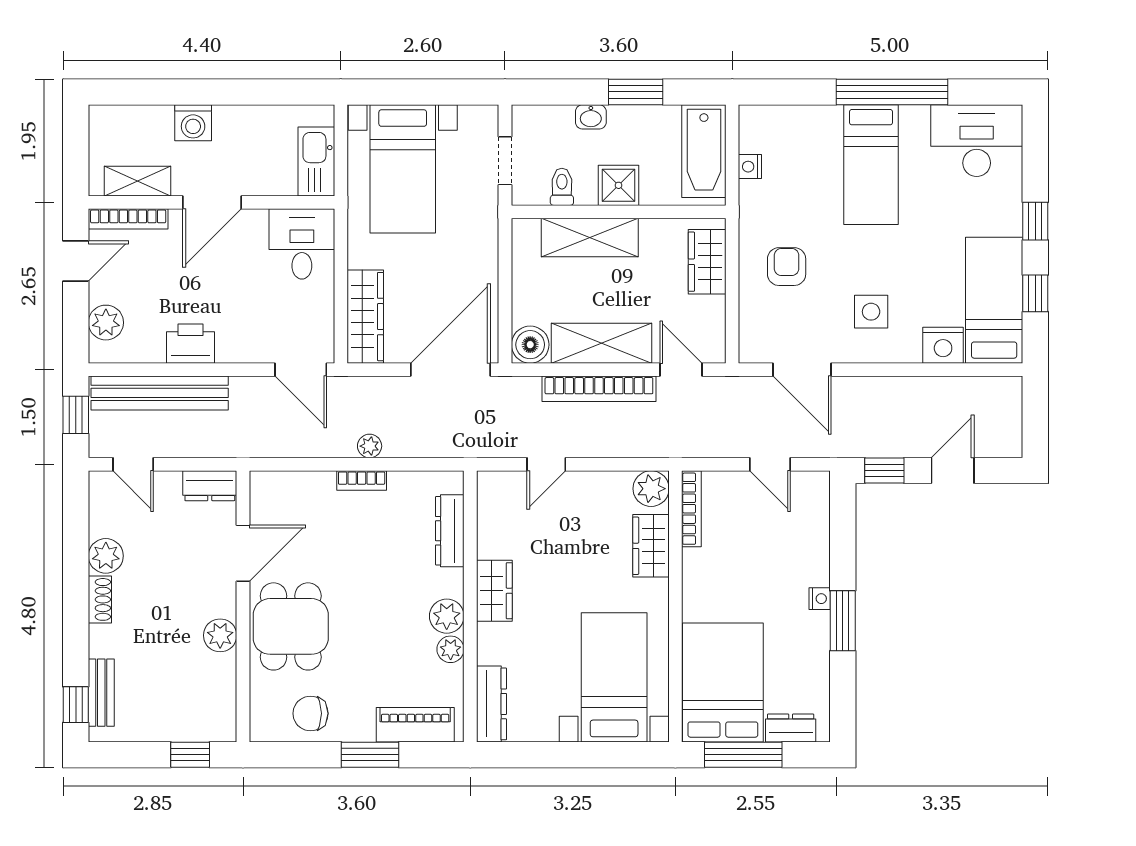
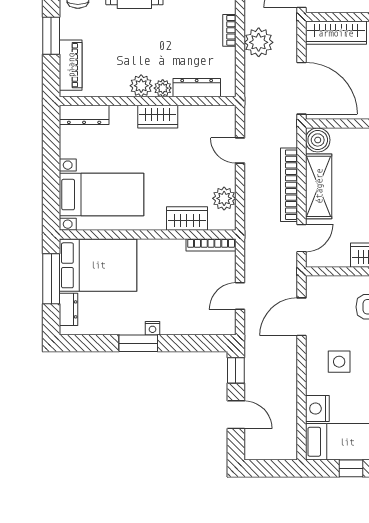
plant: (370, 446) -> (259, 42), width x1.87, depth x1.87
plant: (651, 489) -> (224, 198), moved
plant: (451, 649) -> (163, 88), moved

